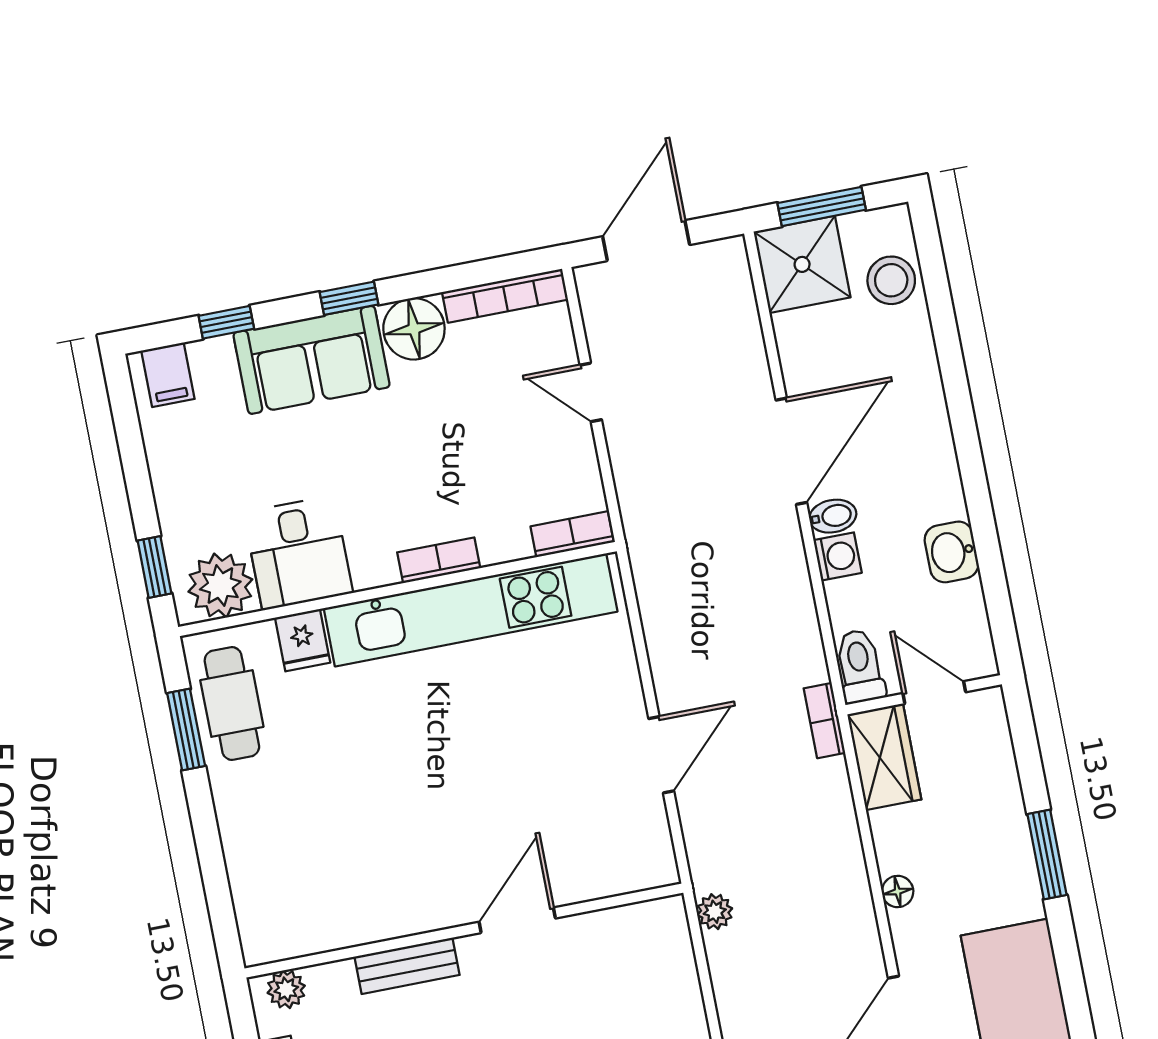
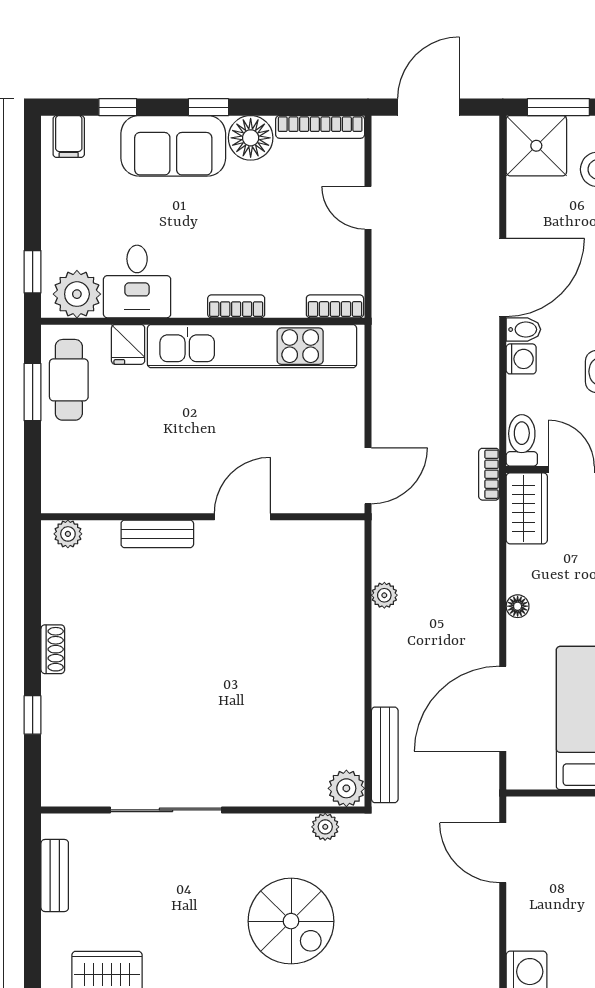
door: (517, 920) -> (242, 517), moved
wall: (464, 931) -> (203, 517), moved
bench: (407, 966) -> (157, 534), moved
plant: (286, 989) -> (68, 534), moved

